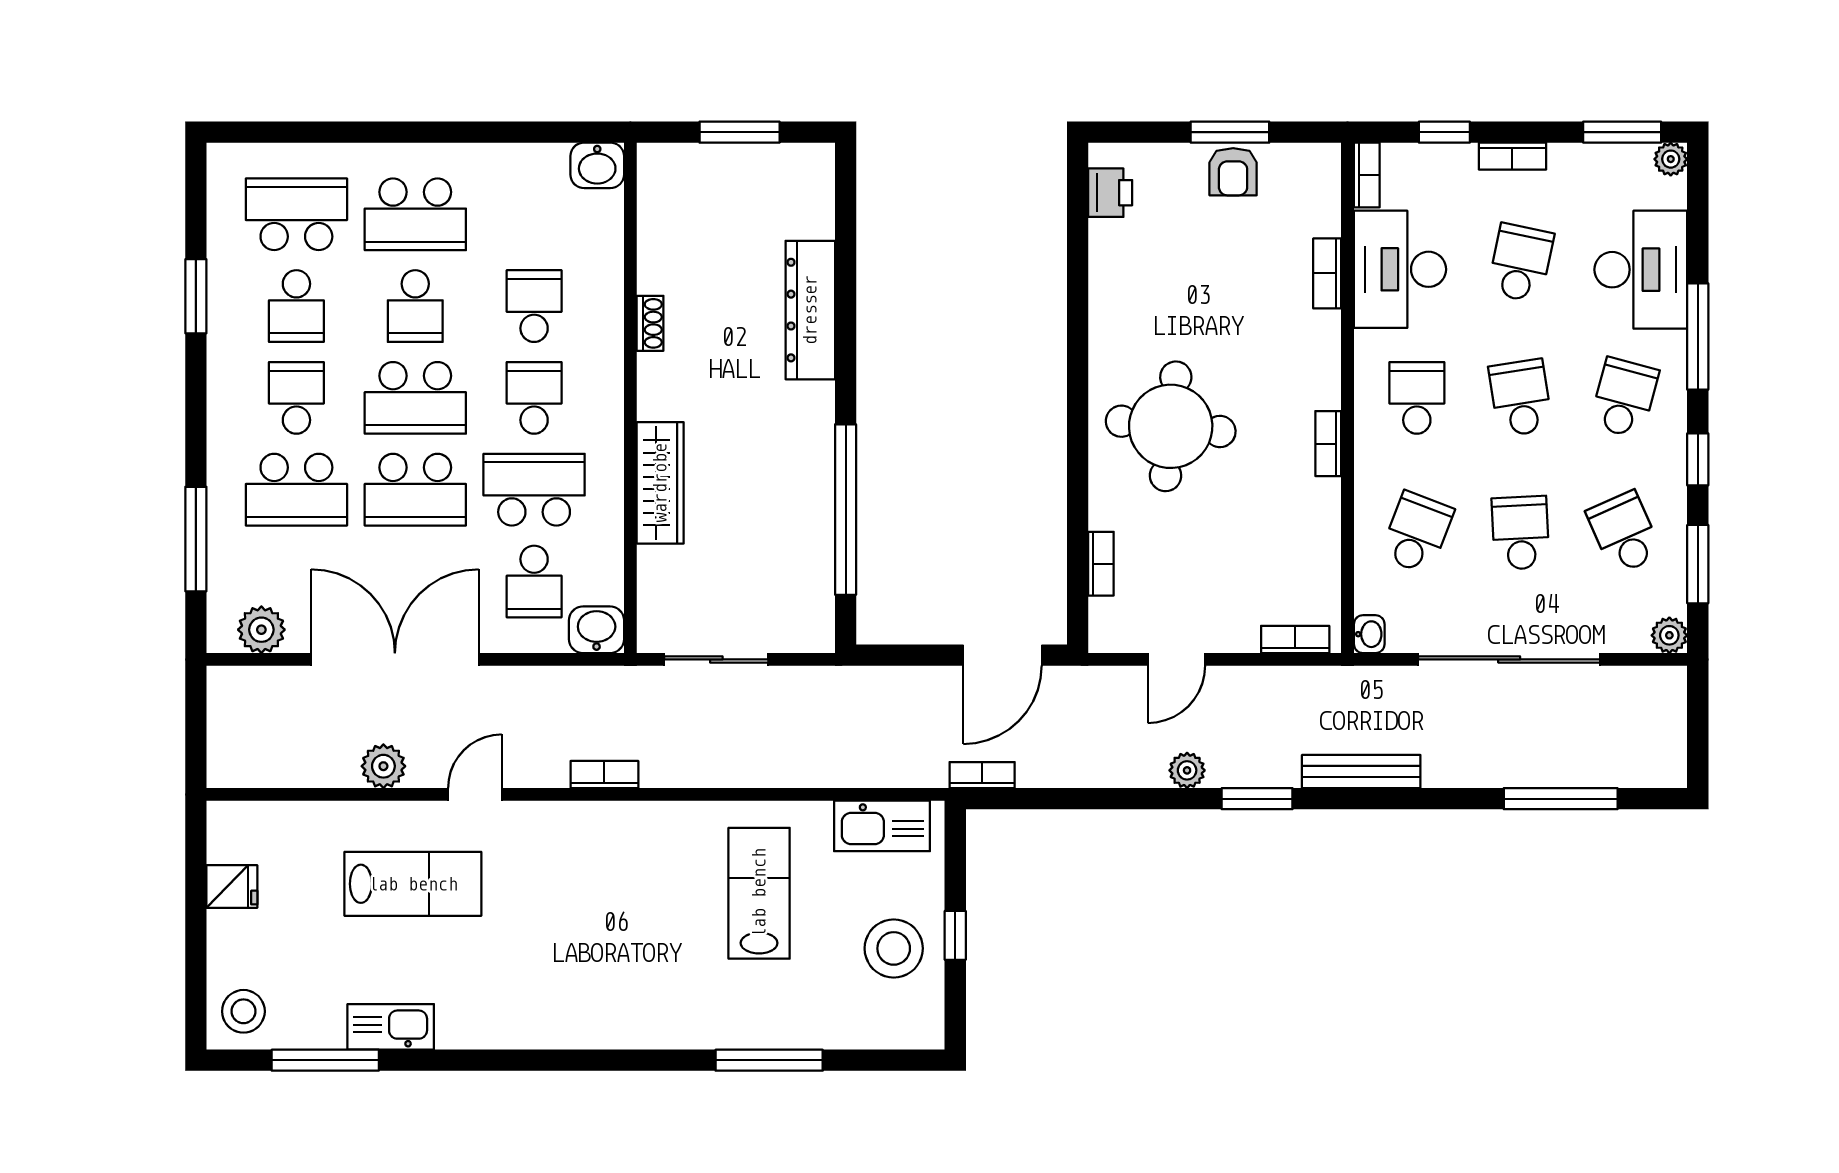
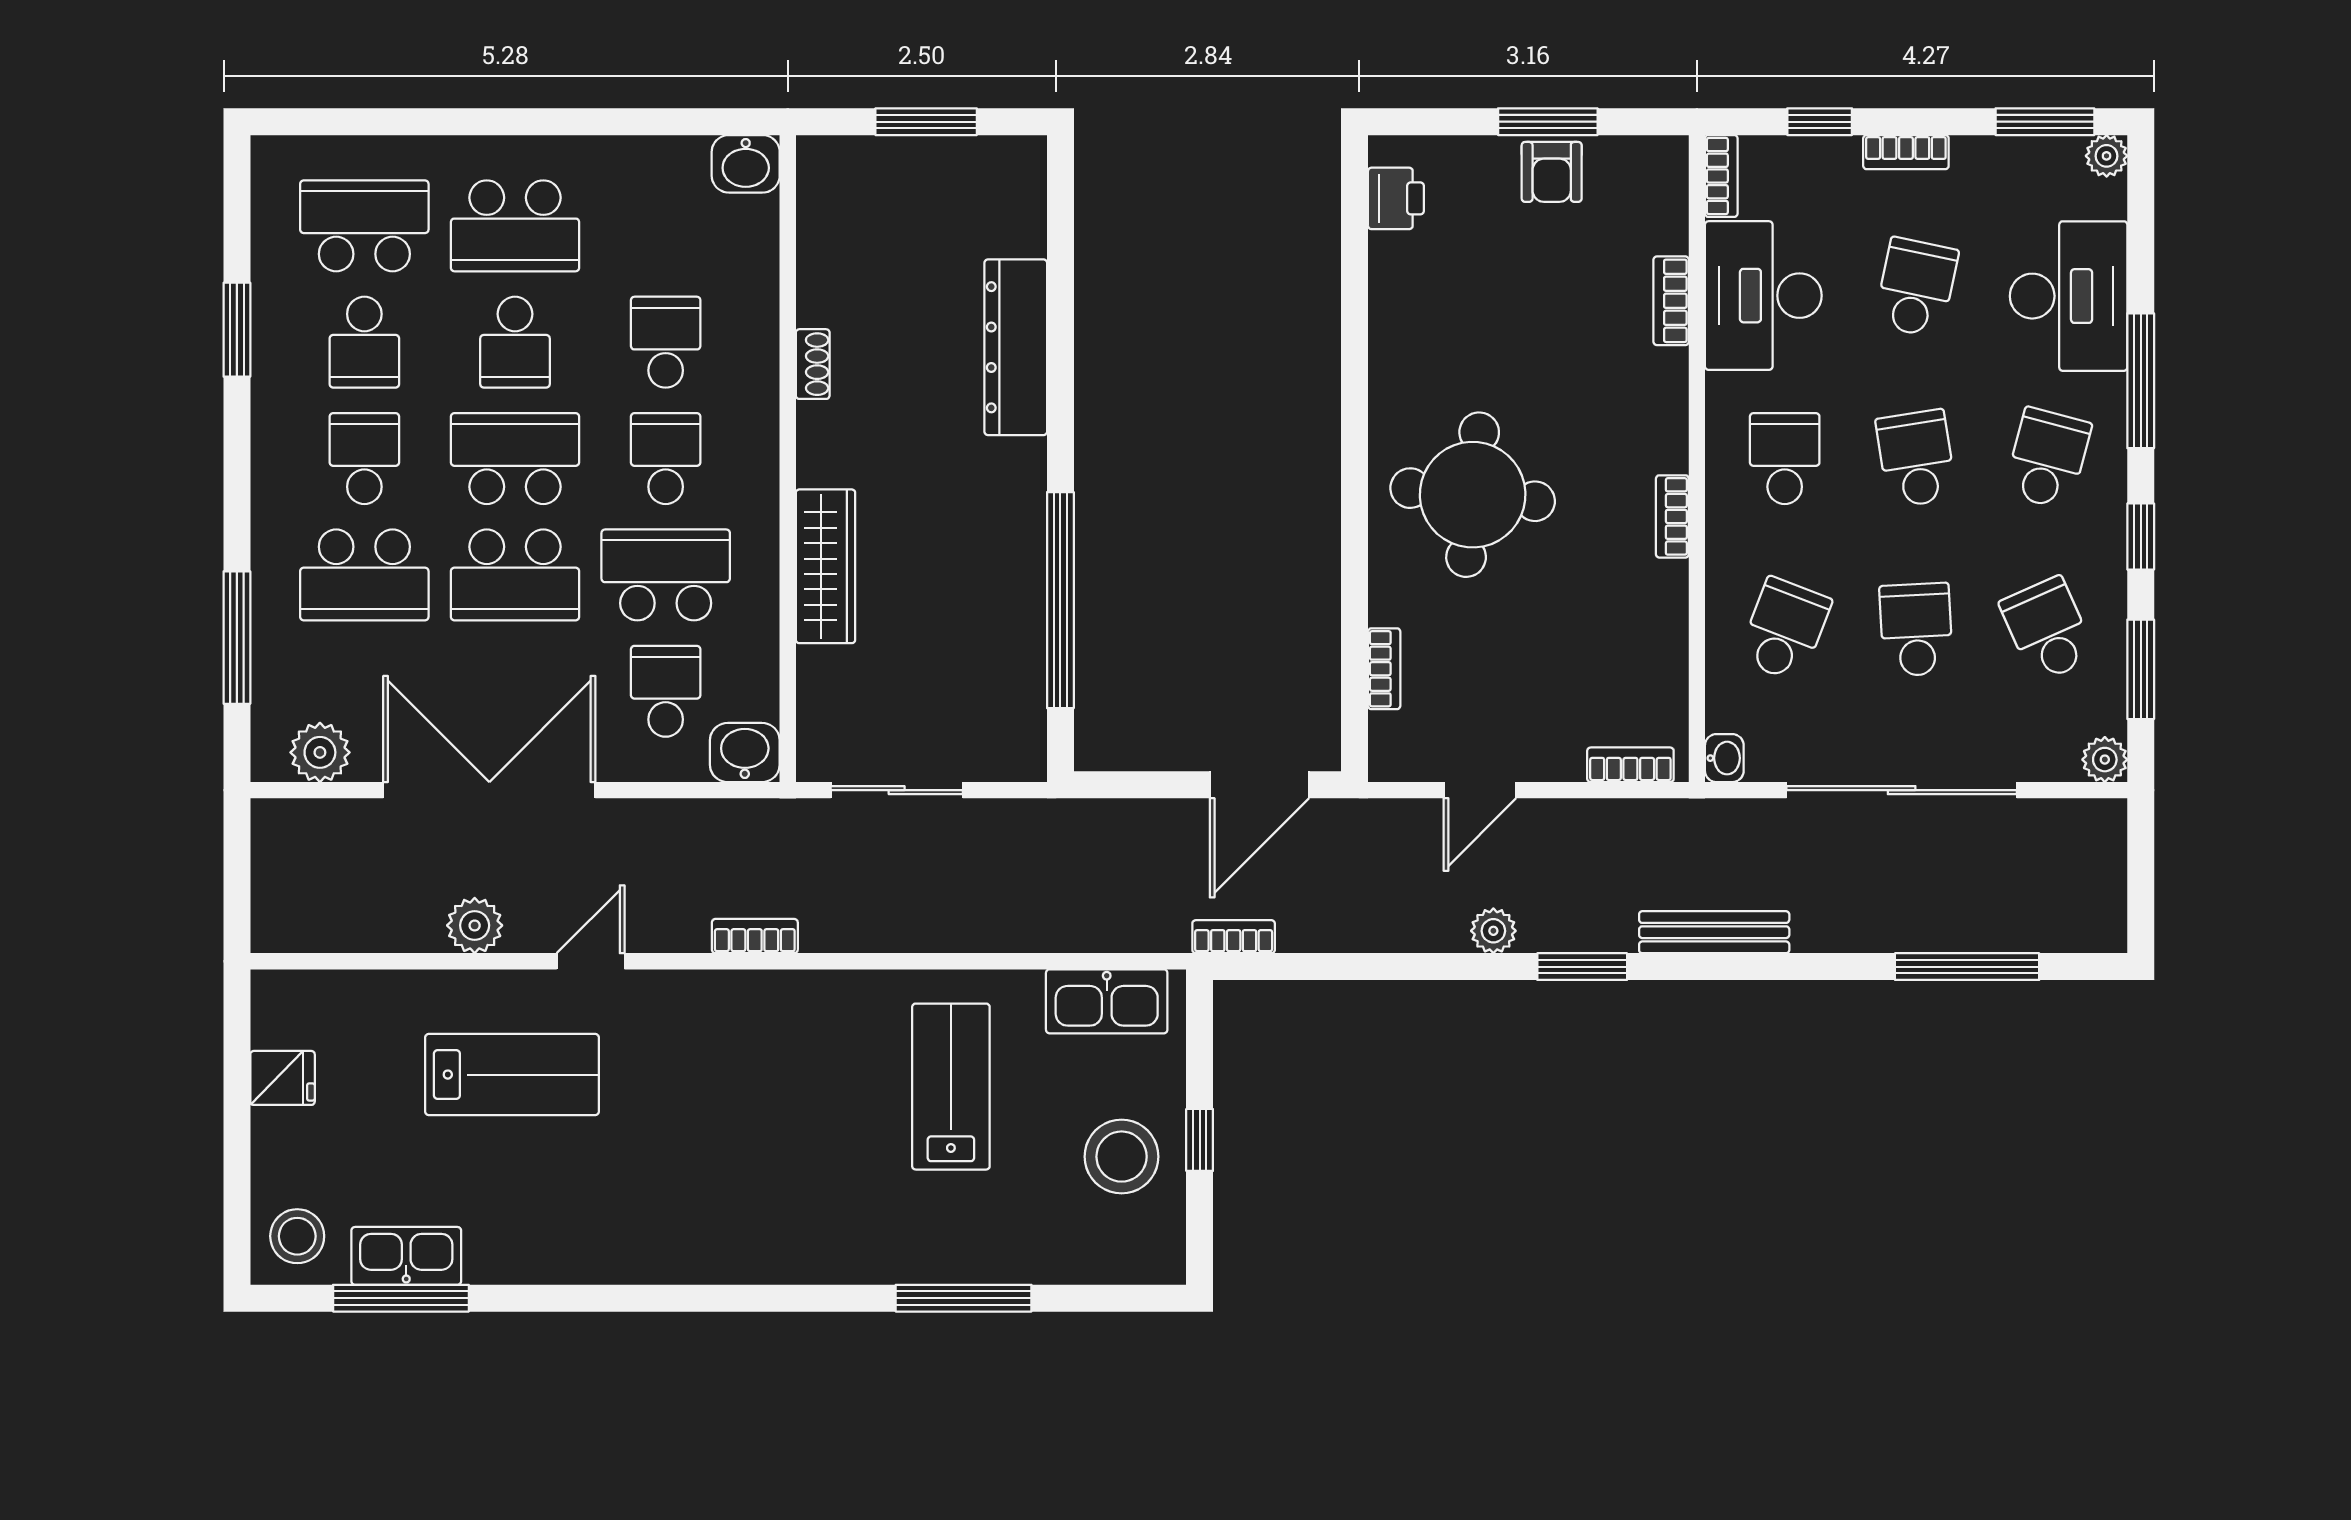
school desk: (415, 398) -> (515, 459), turned 180
school desk: (534, 581) -> (666, 691), turned 180
kitchen sink: (391, 1027) -> (406, 1256), moved

